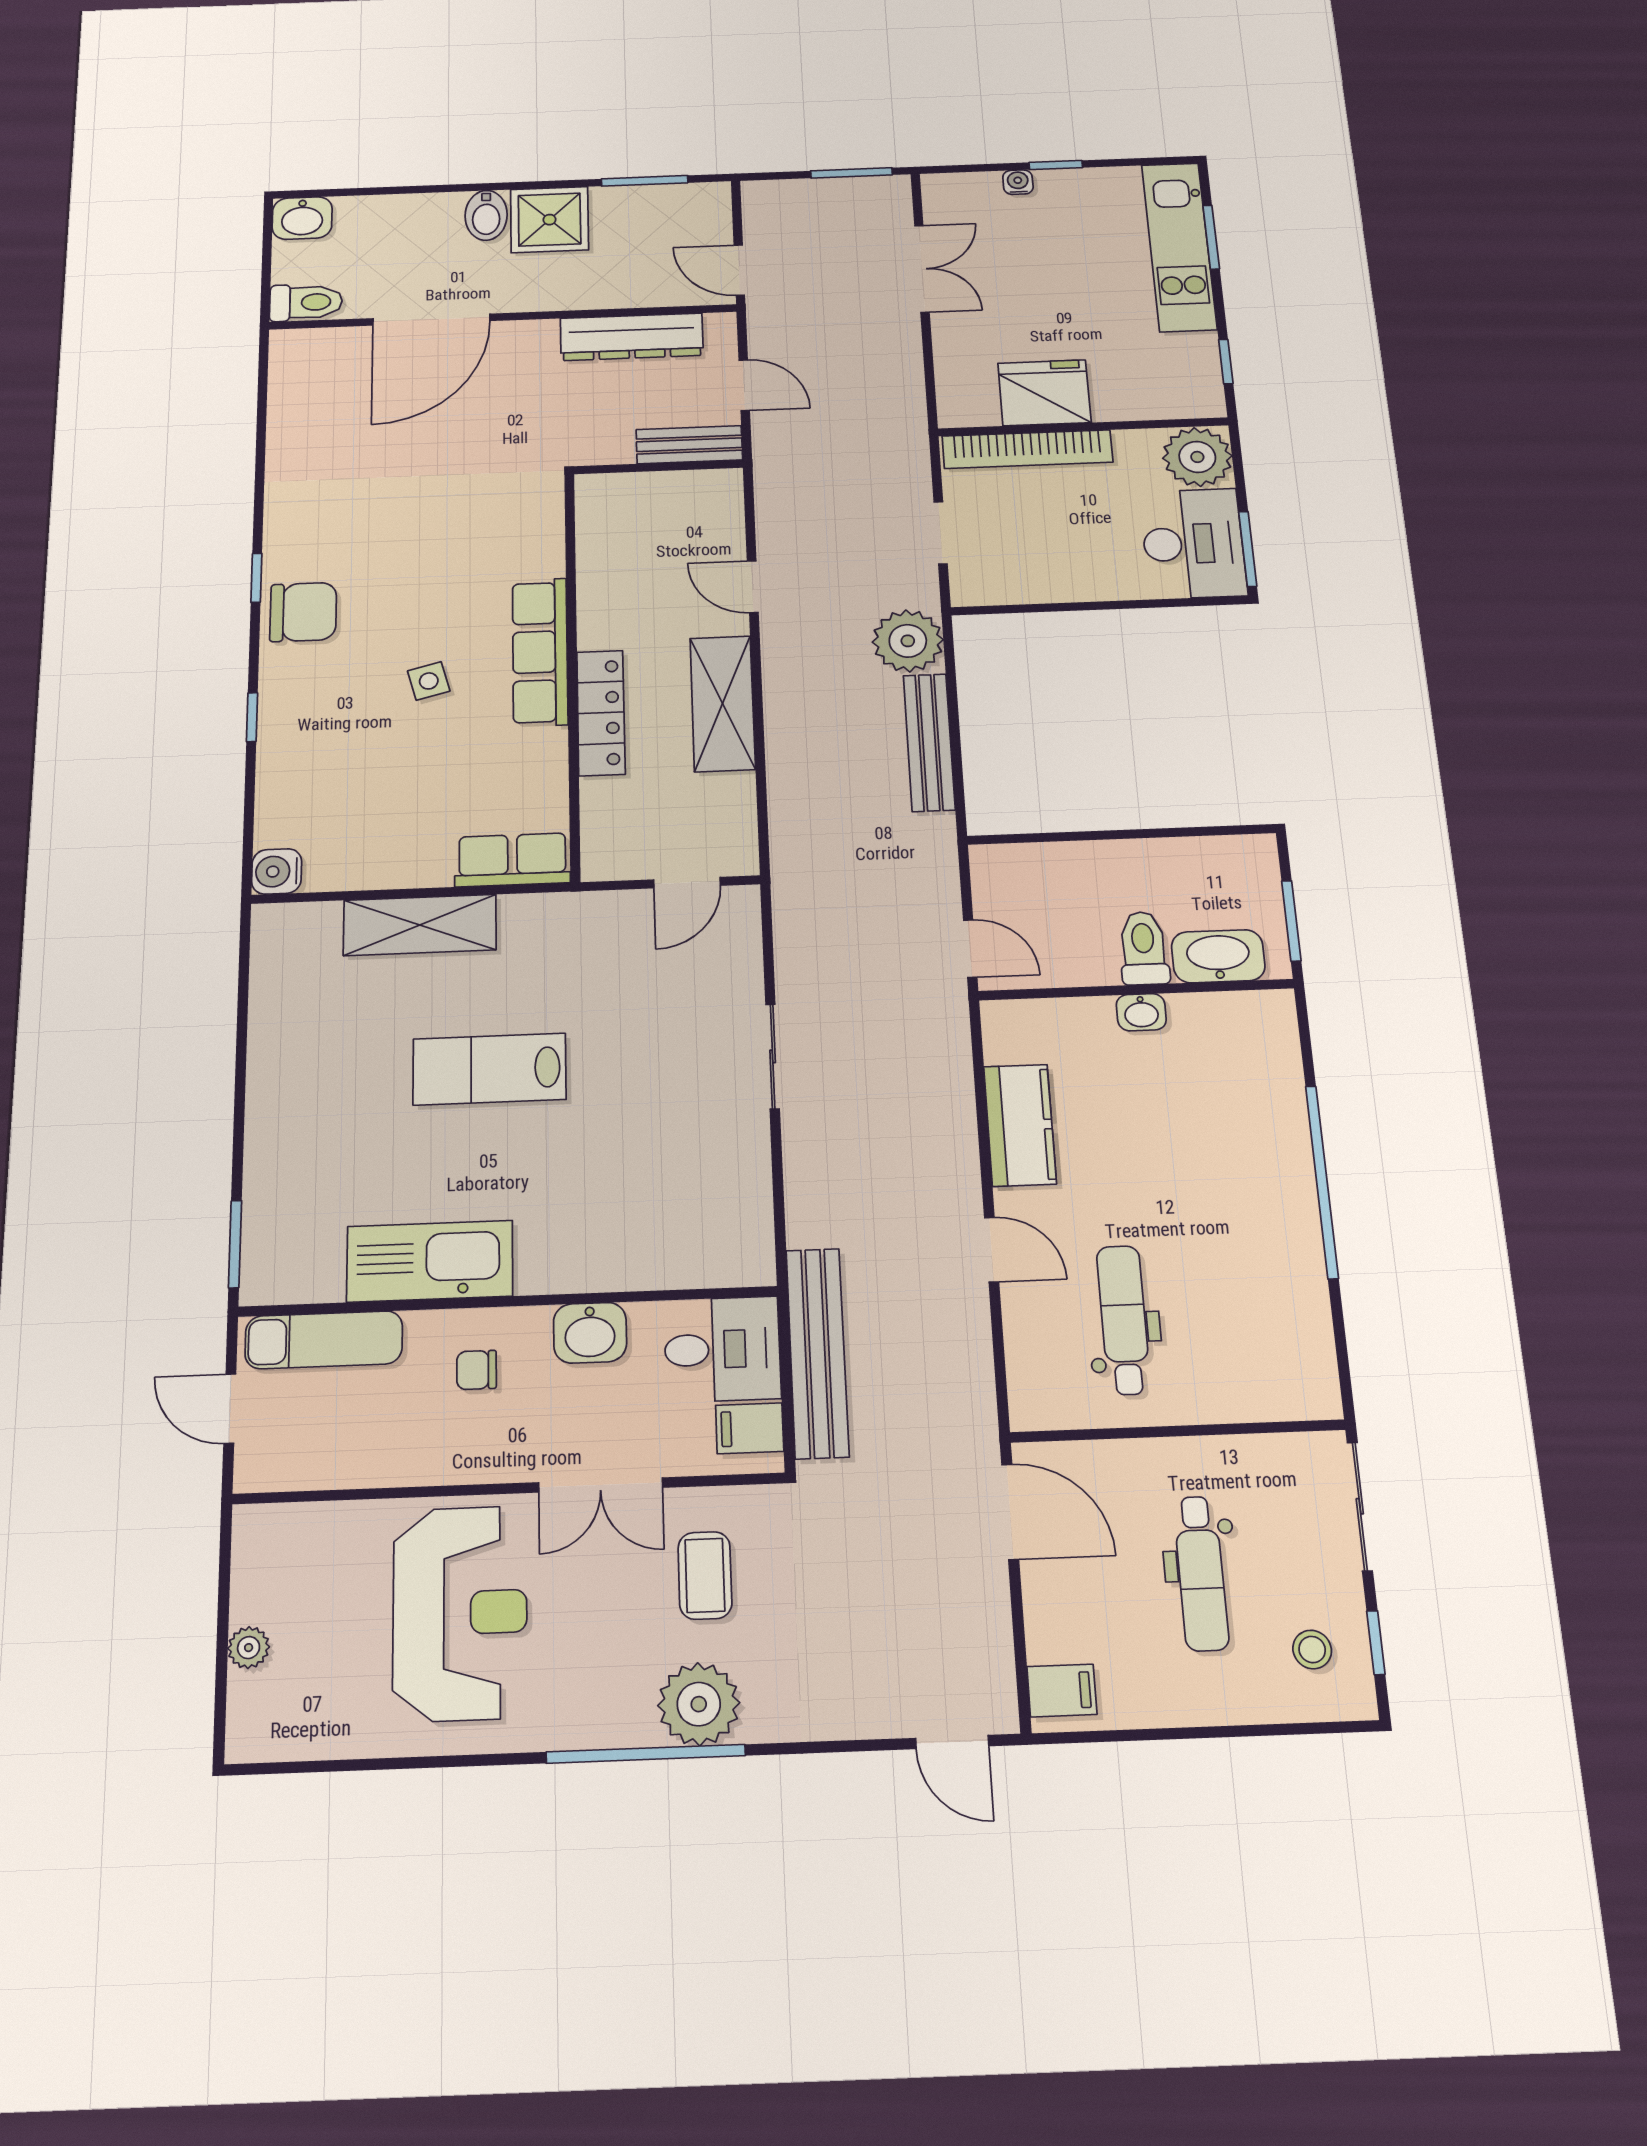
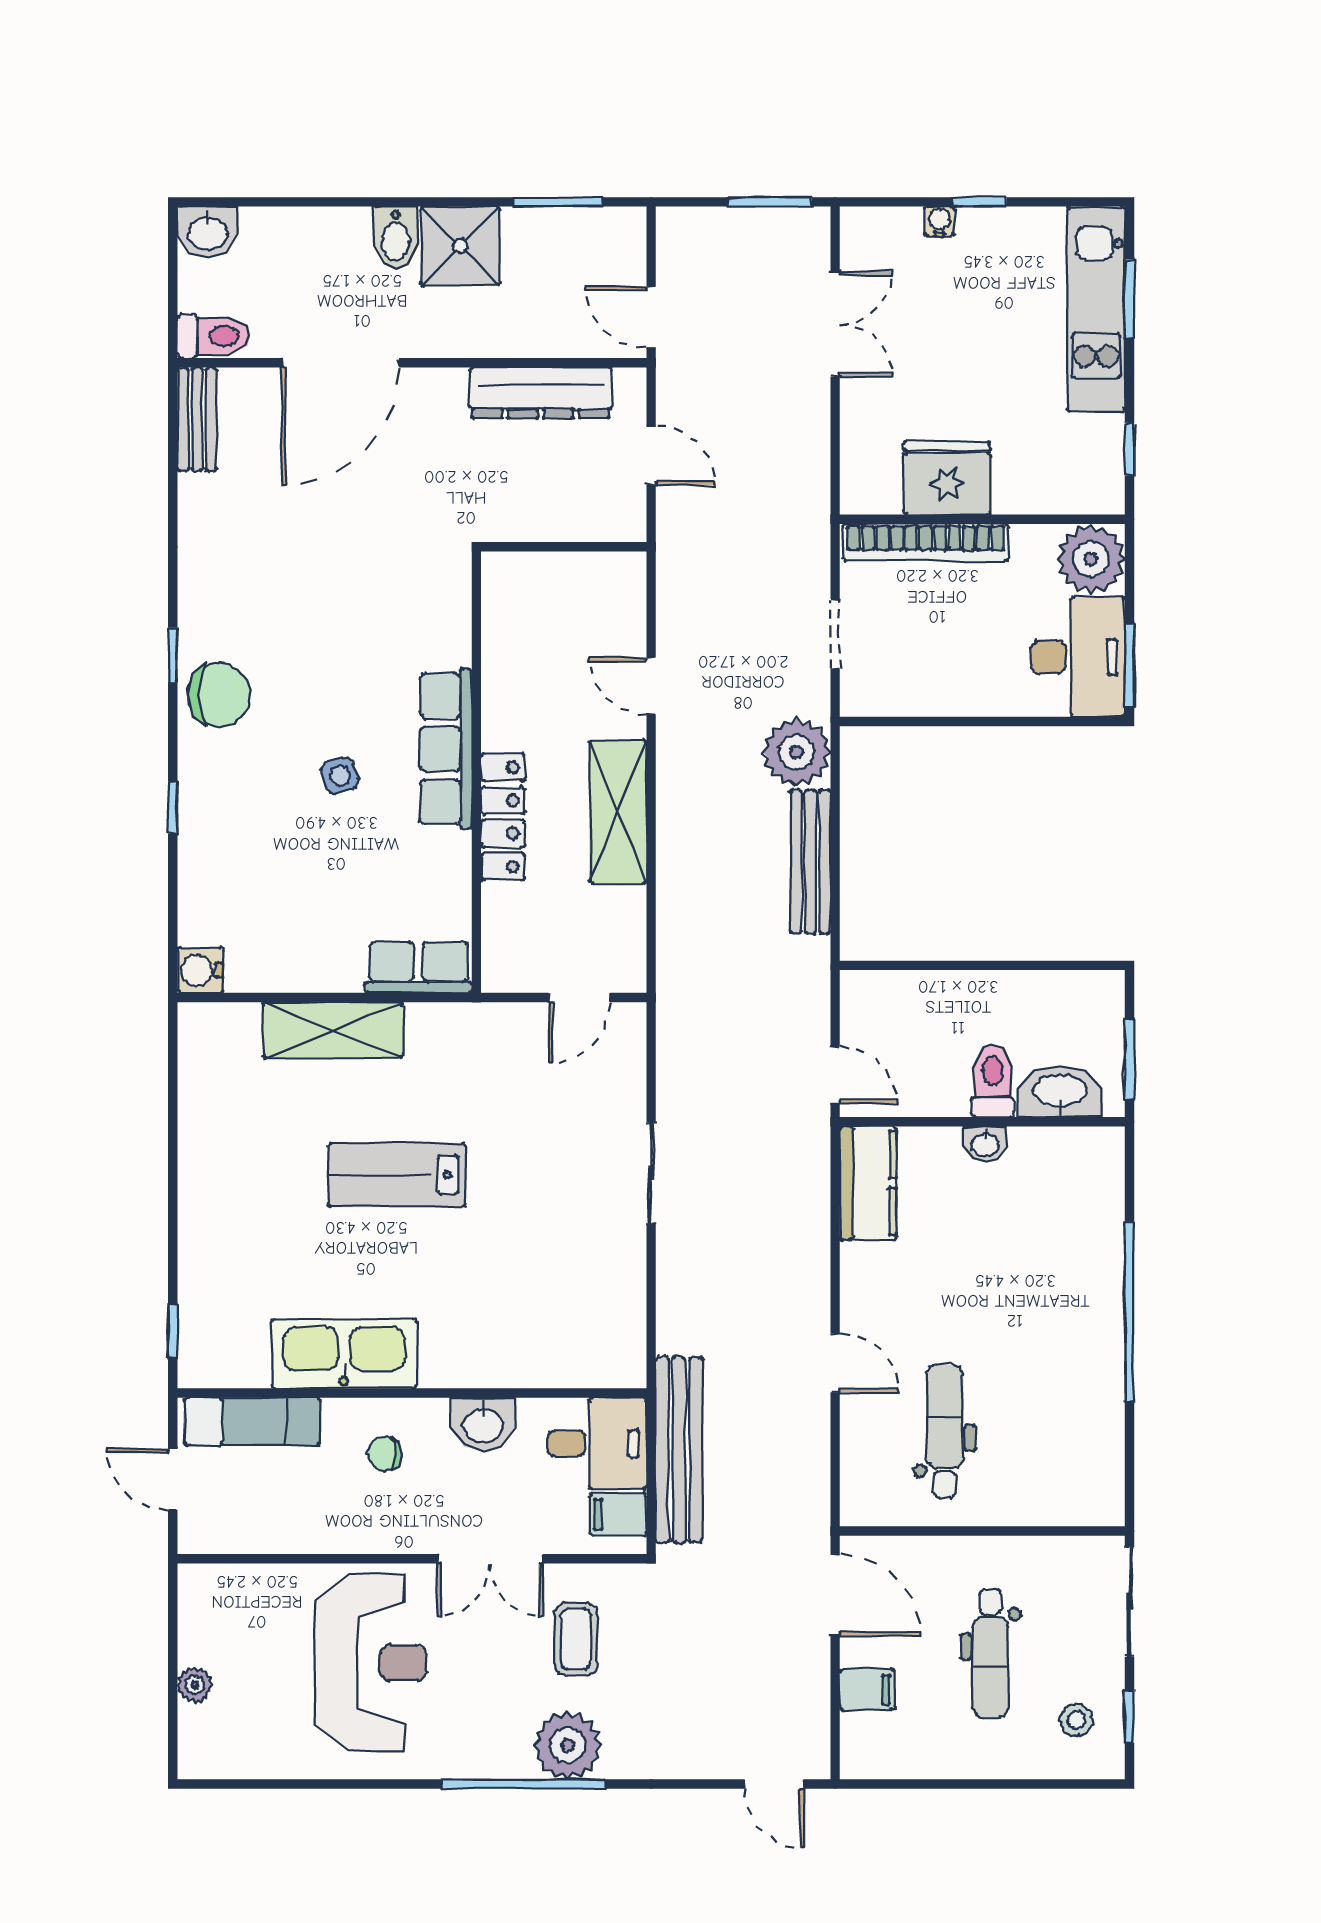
bench: (689, 445) -> (197, 419), moved, turned 90
kitchen counter: (1020, 1125) -> (868, 1183), moved
window: (235, 1244) -> (173, 1331), width x0.67
filing cabinet: (1062, 1691) -> (867, 1689), moved

